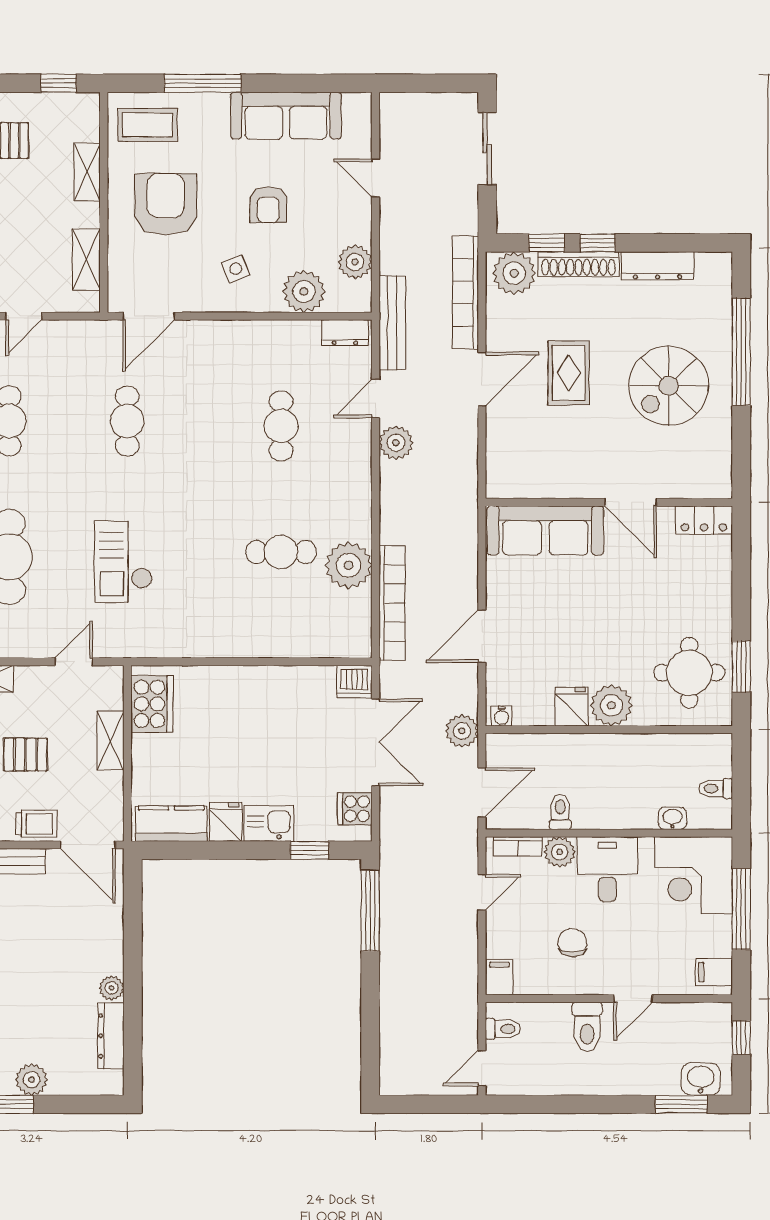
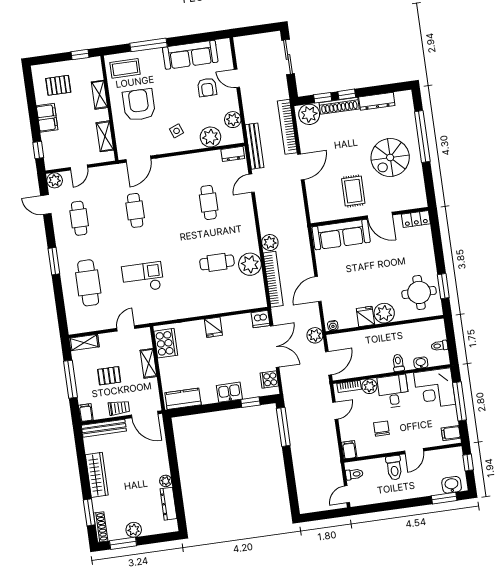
armchair: (268, 205) -> (207, 87), moved
rug: (569, 373) -> (353, 191), moved
plant: (396, 443) -> (270, 243), moved
checkout: (123, 562) -> (143, 278), turned 90
toilet: (560, 812) -> (398, 363), moved
fridge: (225, 822) -> (213, 327), moved, turned 180

